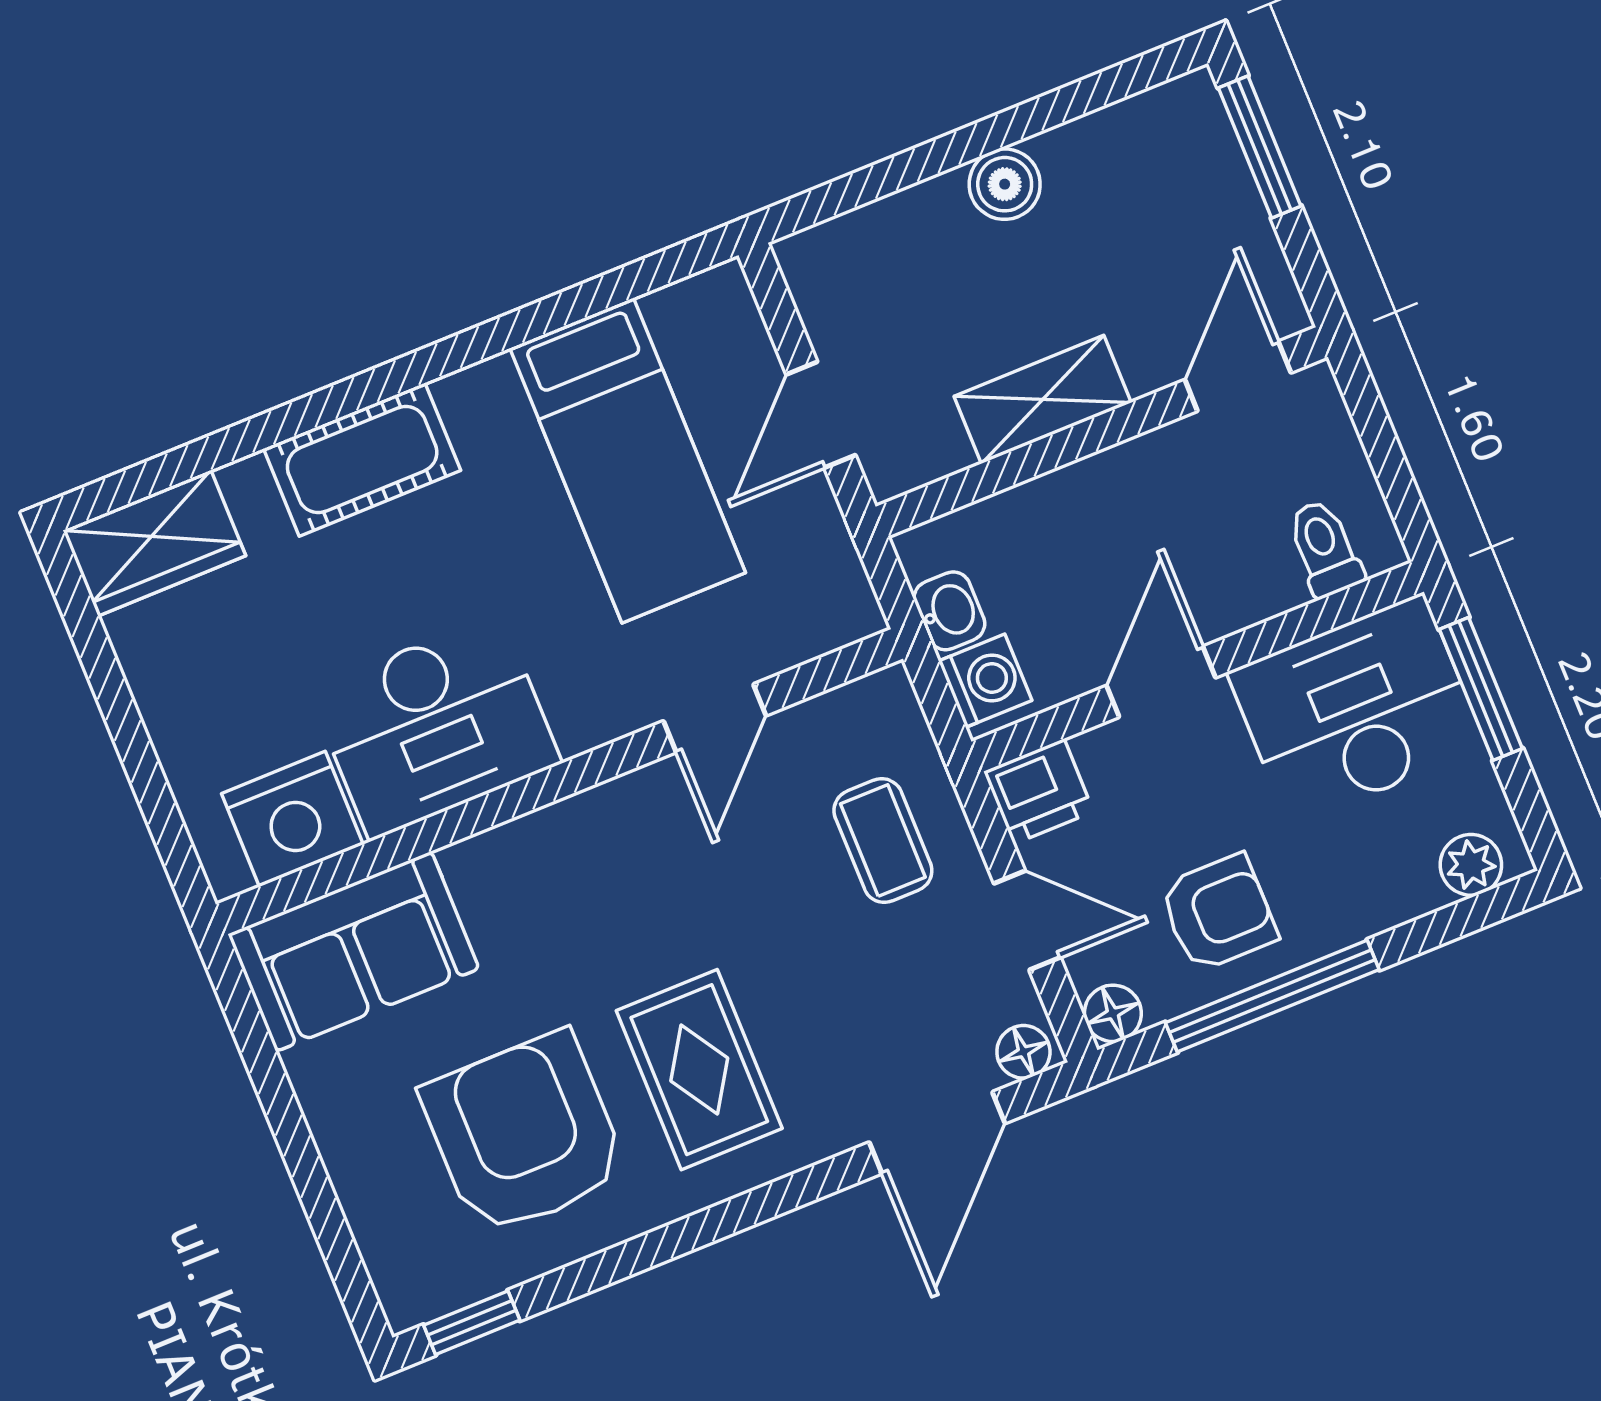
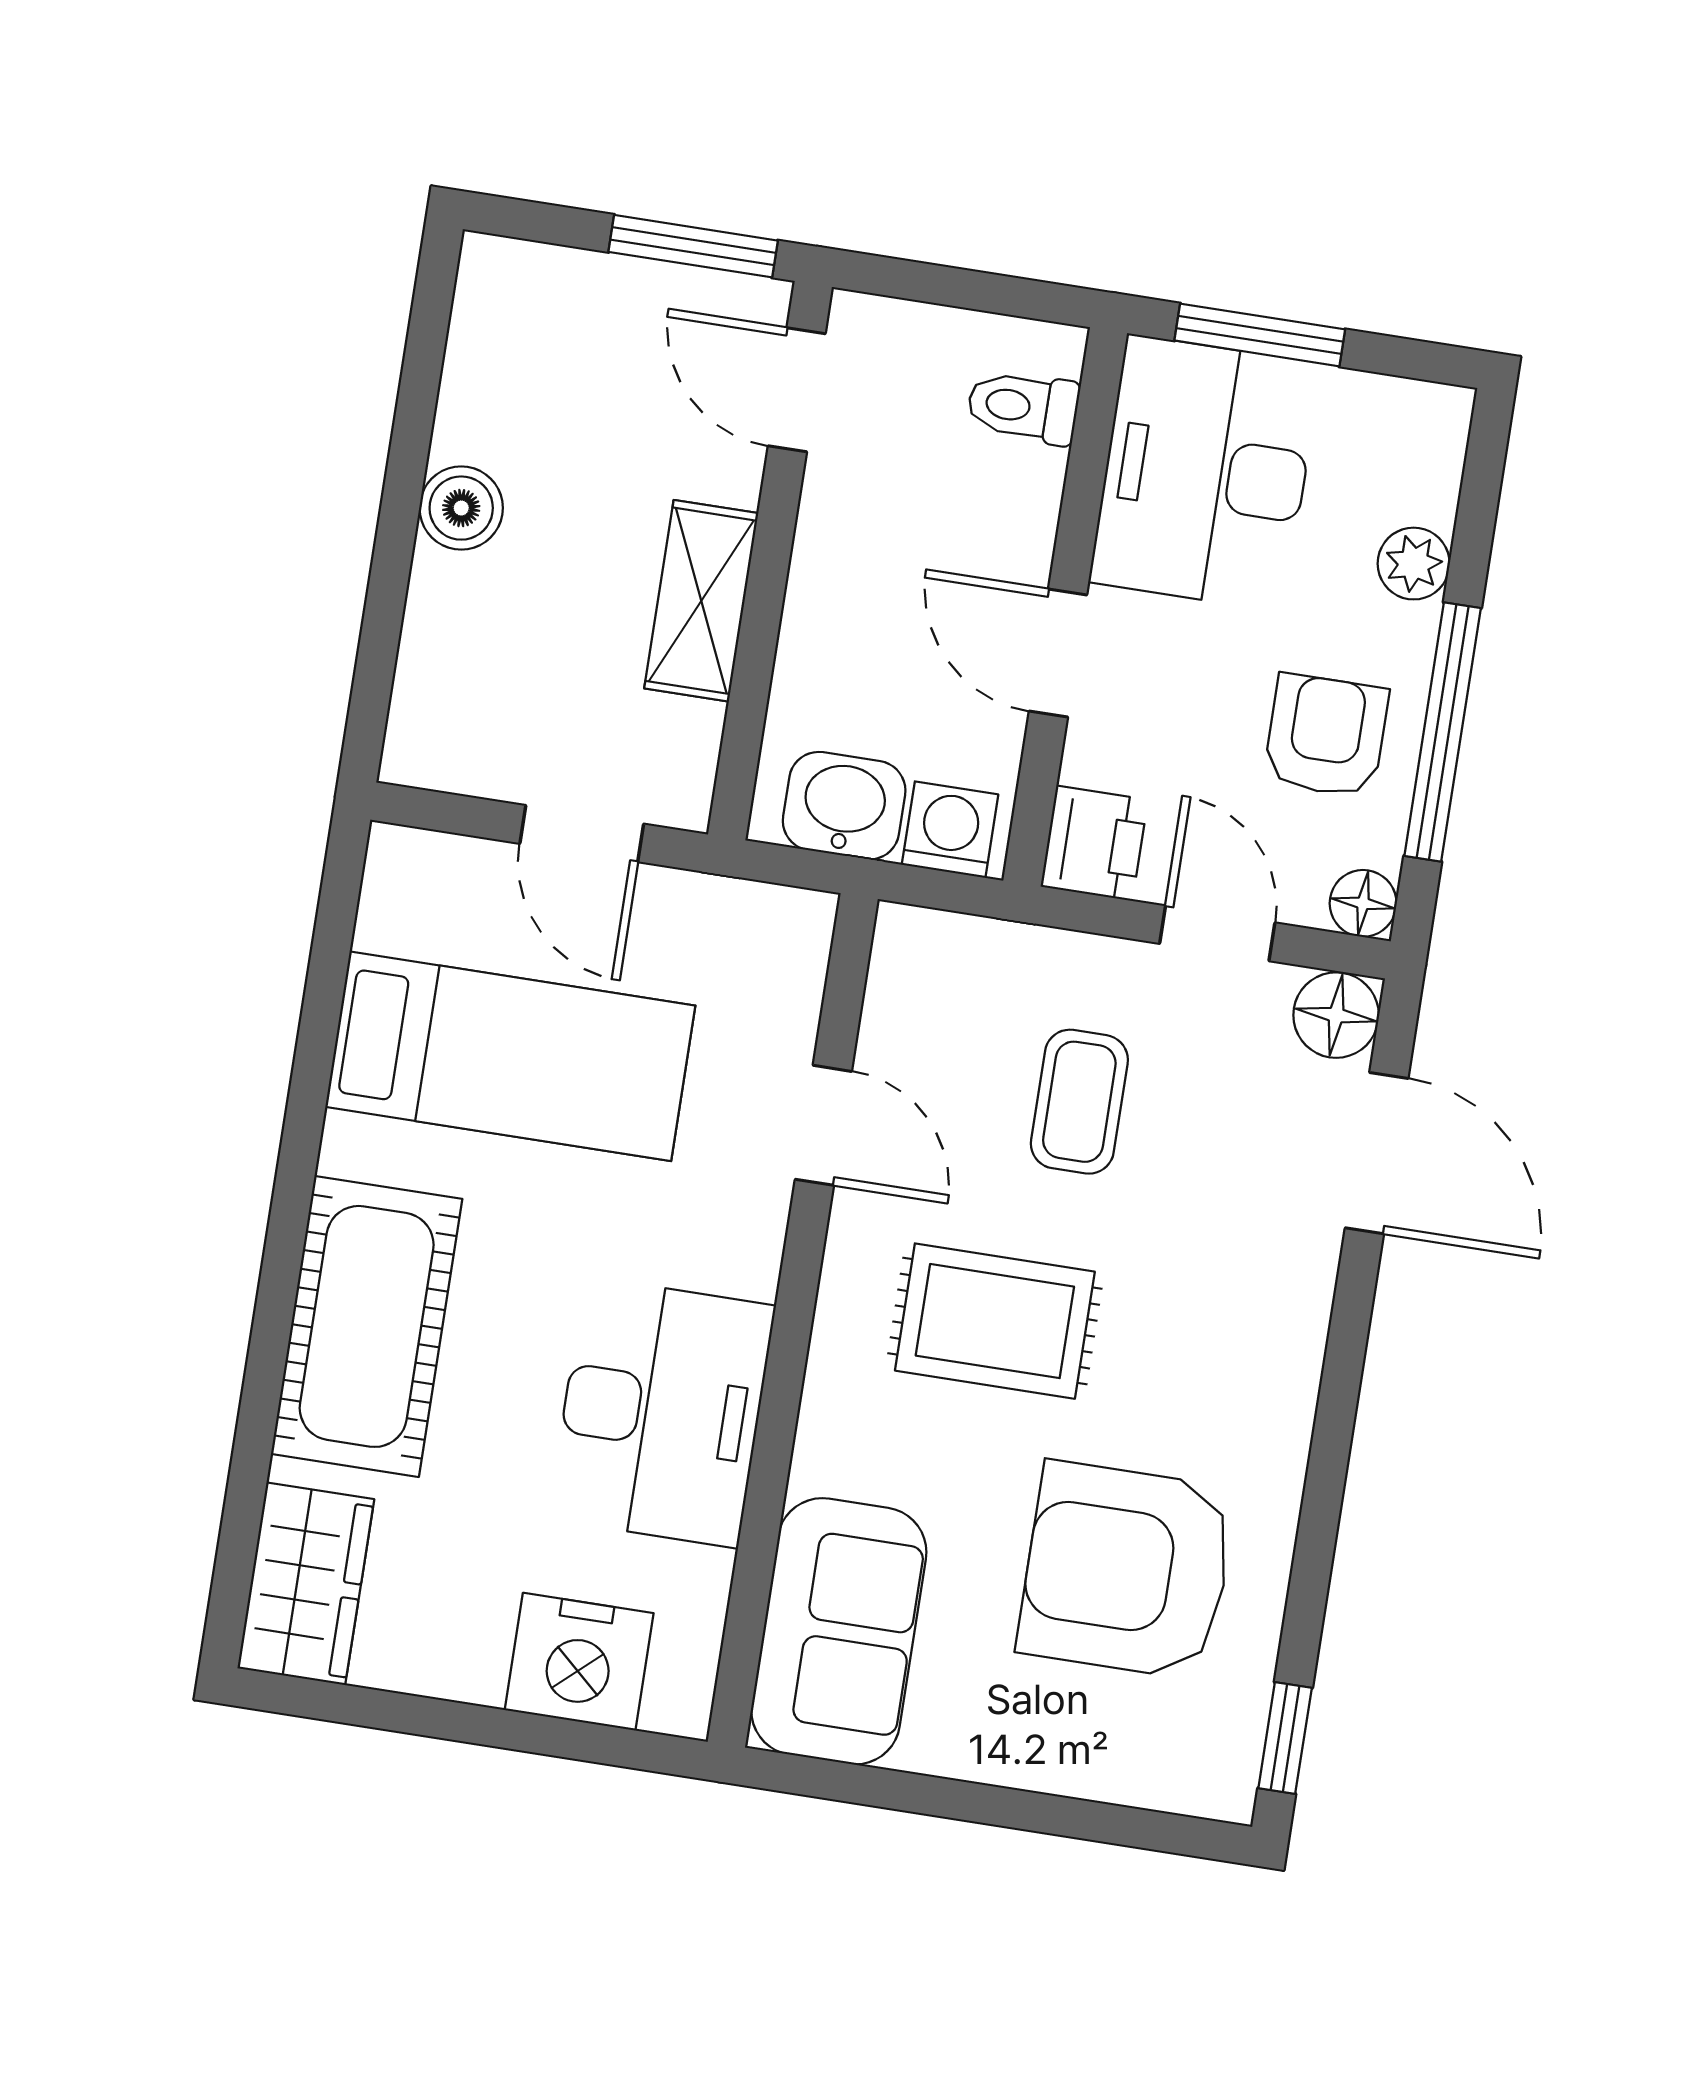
window: (1260, 147) -> (693, 246), moved
cot: (362, 460) -> (367, 1326), width x1.37, depth x1.34
washbasin: (949, 611) -> (844, 806), width x1.38, depth x1.45
nightstand: (292, 819) -> (579, 1662), moved, turned 90
coffee table: (883, 841) -> (1079, 1102), moved, turned 90
plant: (1471, 865) -> (1414, 564), moved
door: (1027, 920) -> (1217, 933), hinge flipped
floor lamp: (1023, 1052) -> (1336, 1015), width x1.37, depth x1.37
rug: (699, 1070) -> (995, 1321), moved

